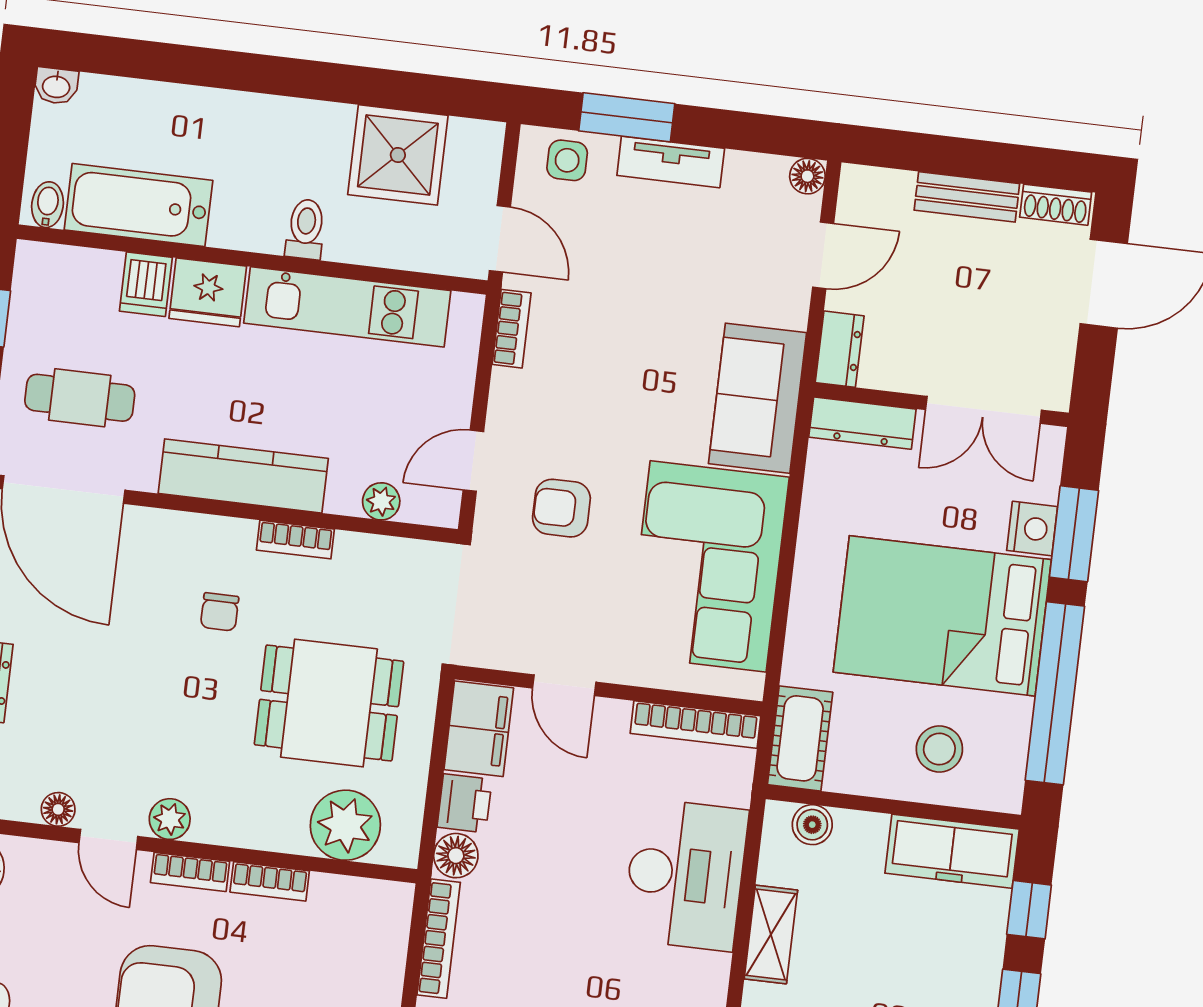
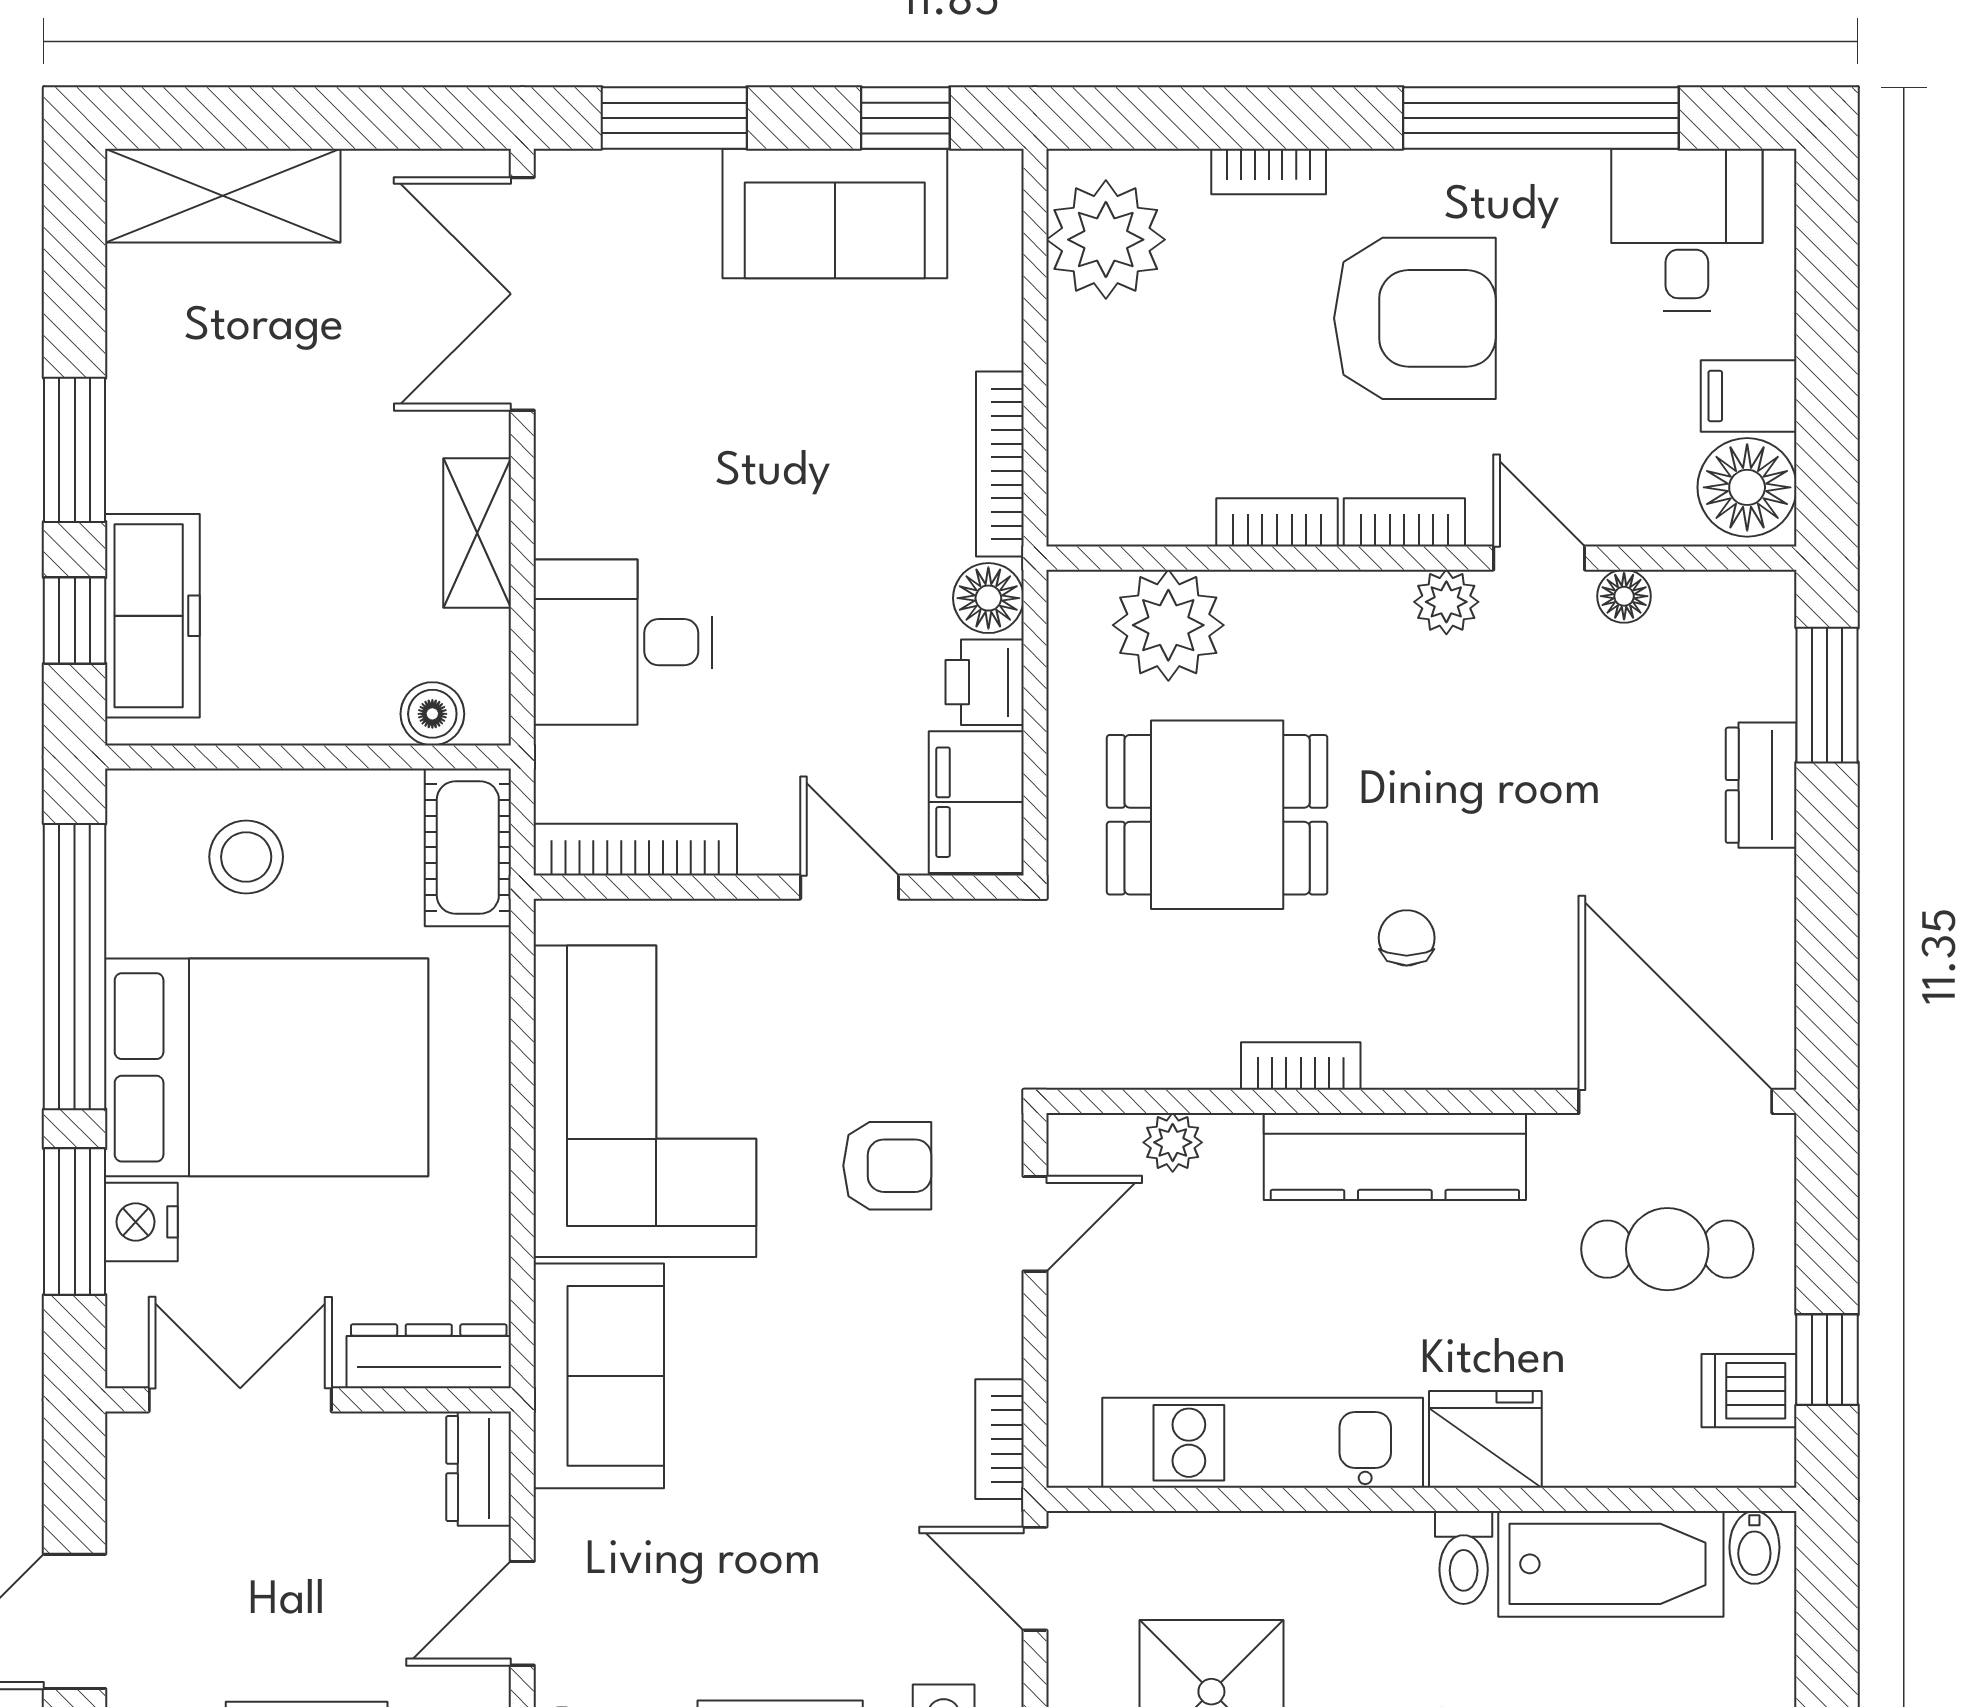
toilet: (306, 229) -> (1464, 1557), moved
dishwasher: (146, 284) -> (1749, 1391), moved, turned -90
freezer: (952, 851) -> (152, 616), moved, turned 90
desk: (685, 875) -> (623, 642), width x0.73

